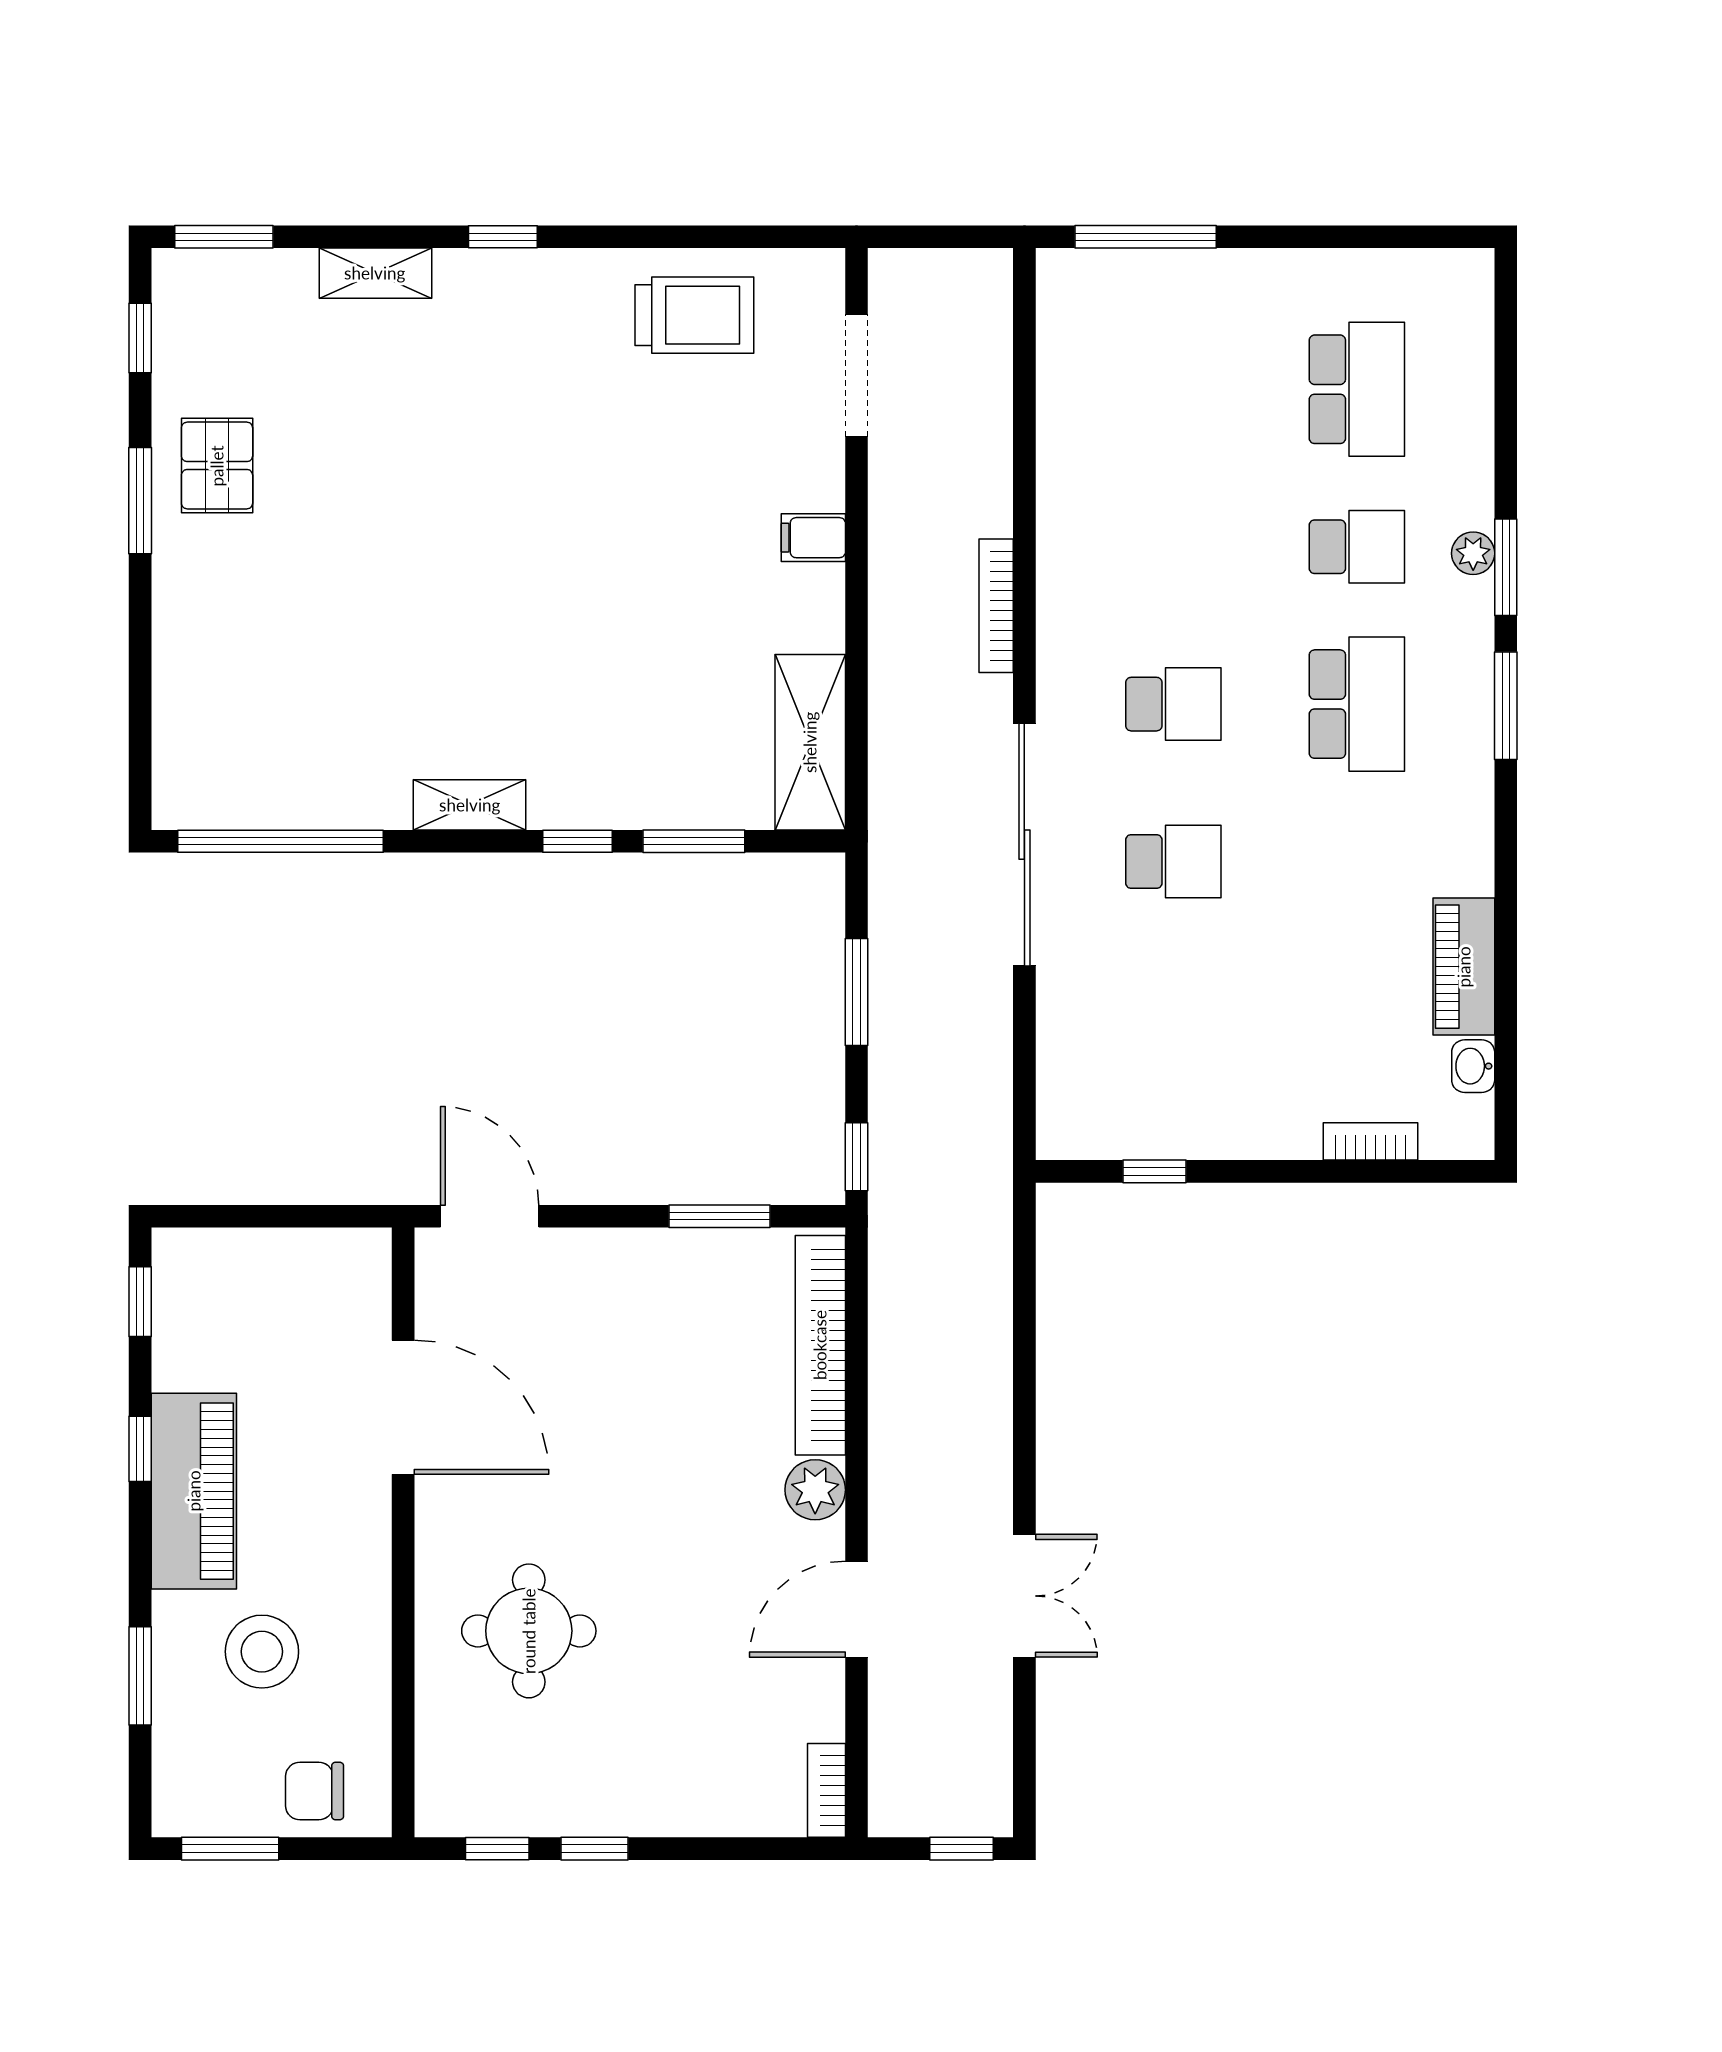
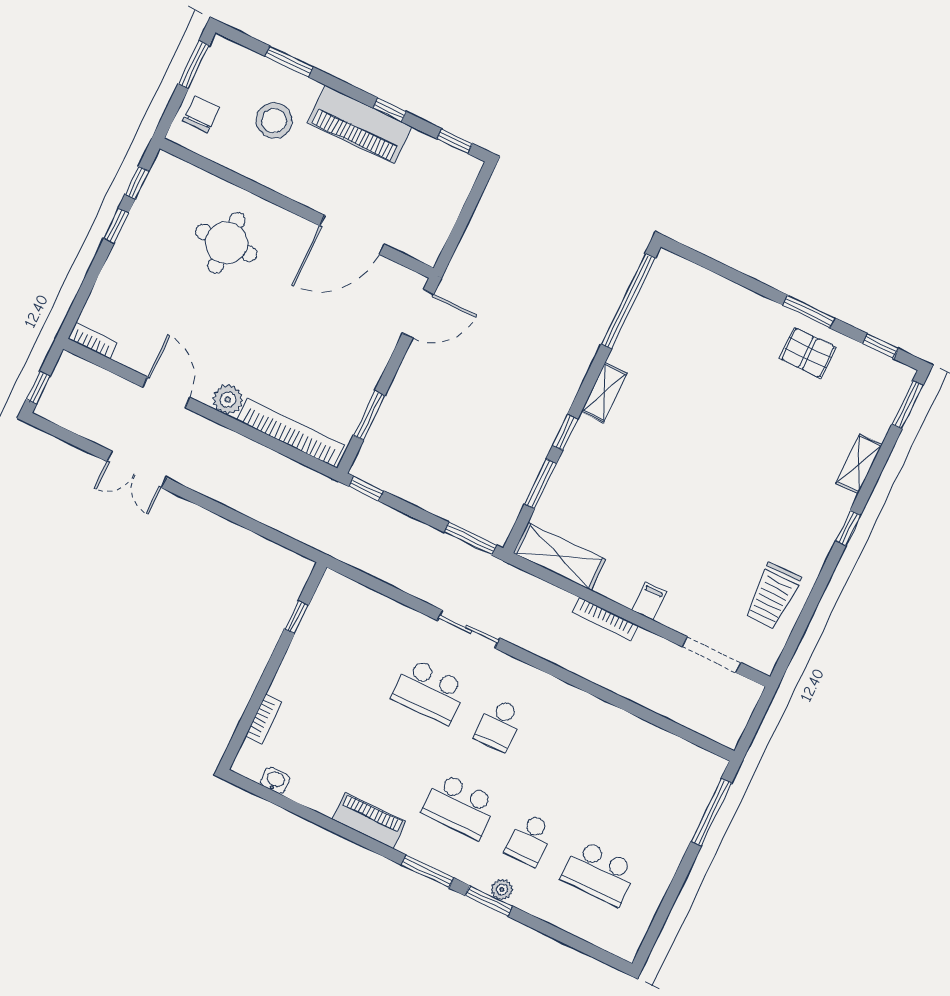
bookcase: (996, 606) -> (605, 619), moved, turned 180
sliding door: (1024, 845) -> (469, 629), width x0.54
school desk: (1173, 862) -> (429, 691), width x1.85
piano: (1464, 967) -> (369, 821), moved
window: (857, 992) -> (470, 539), moved

